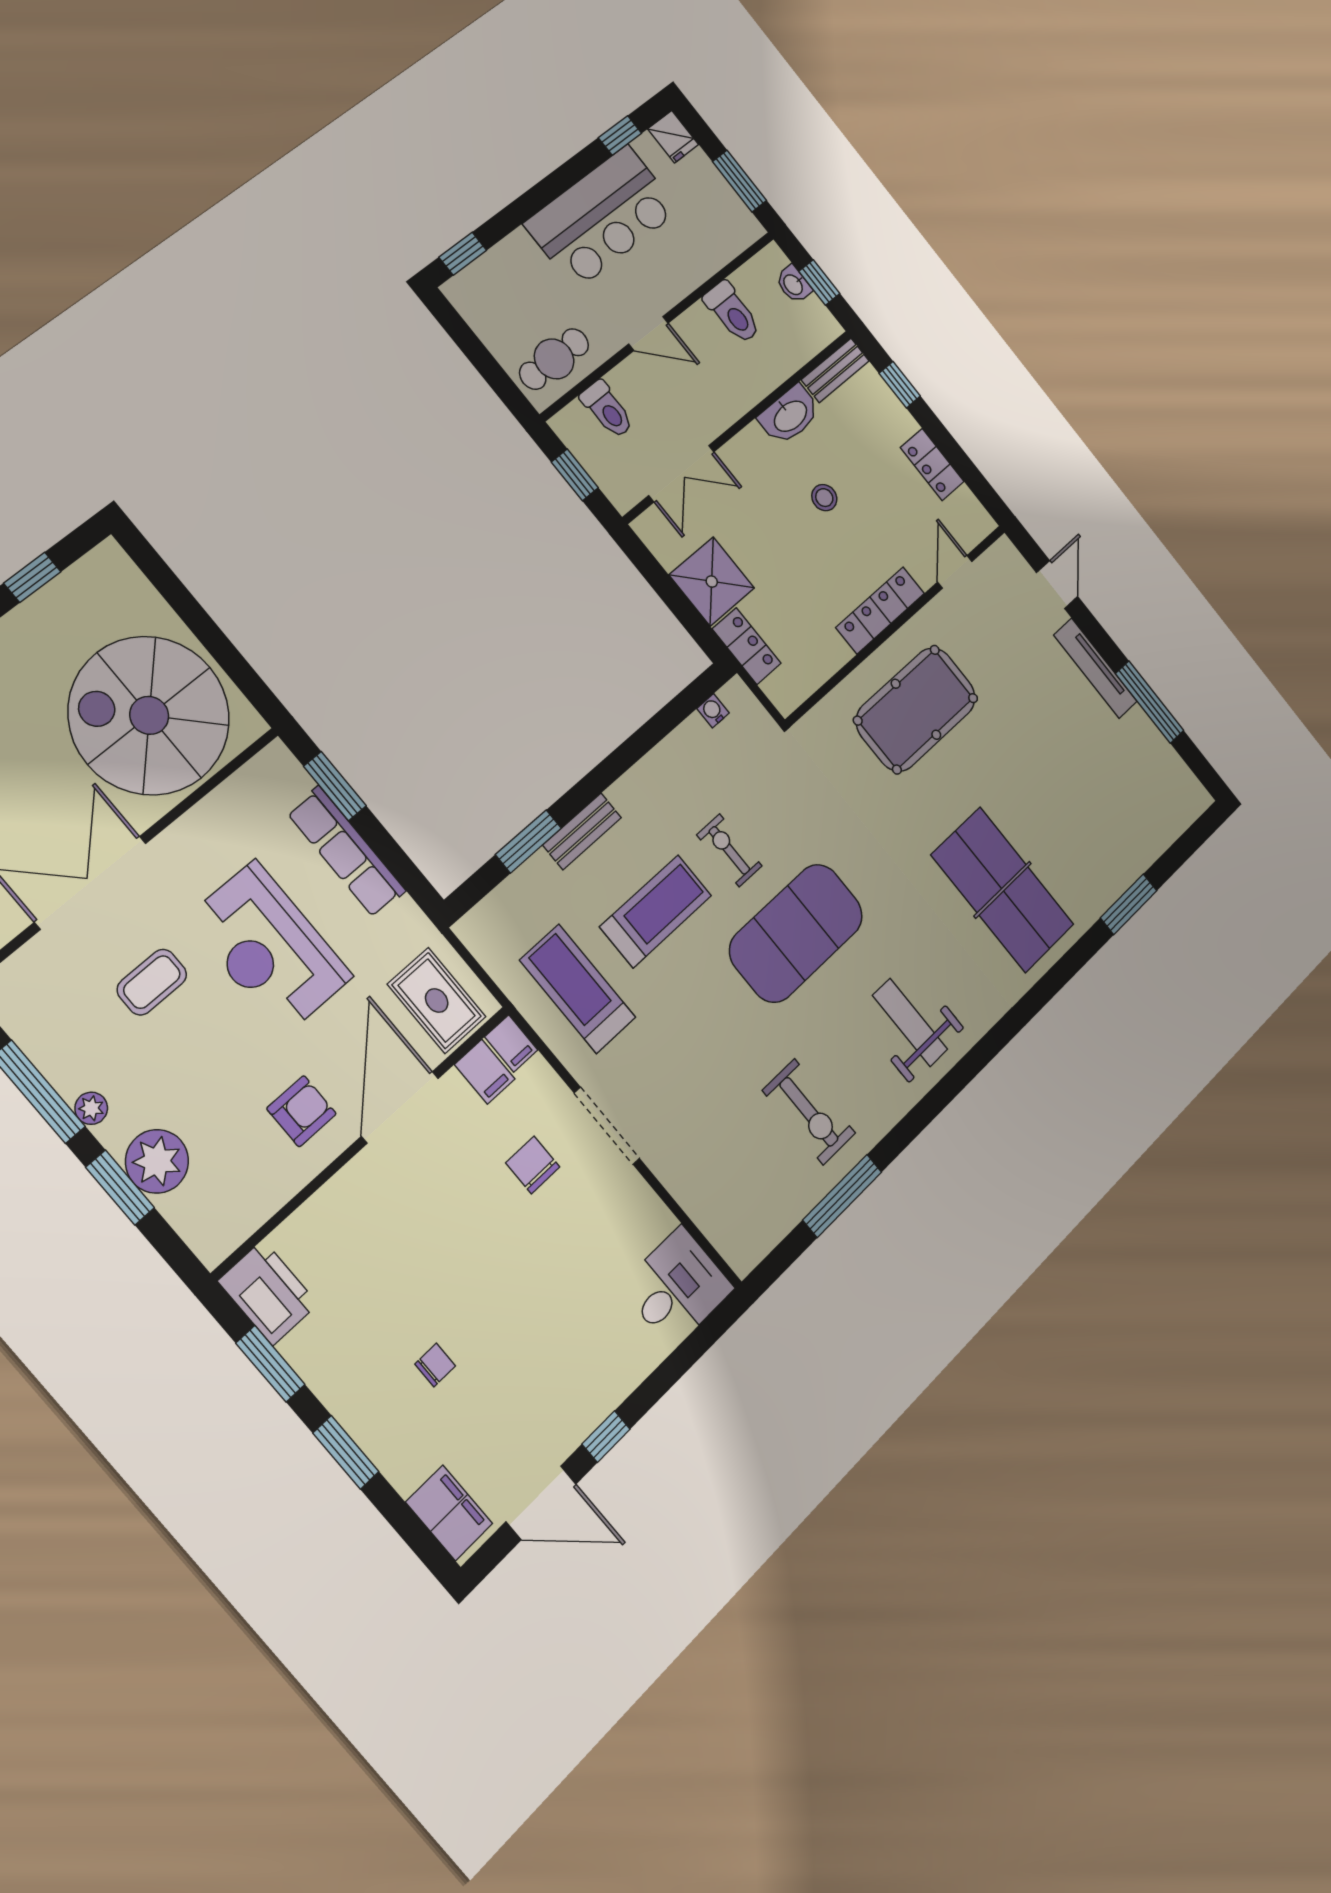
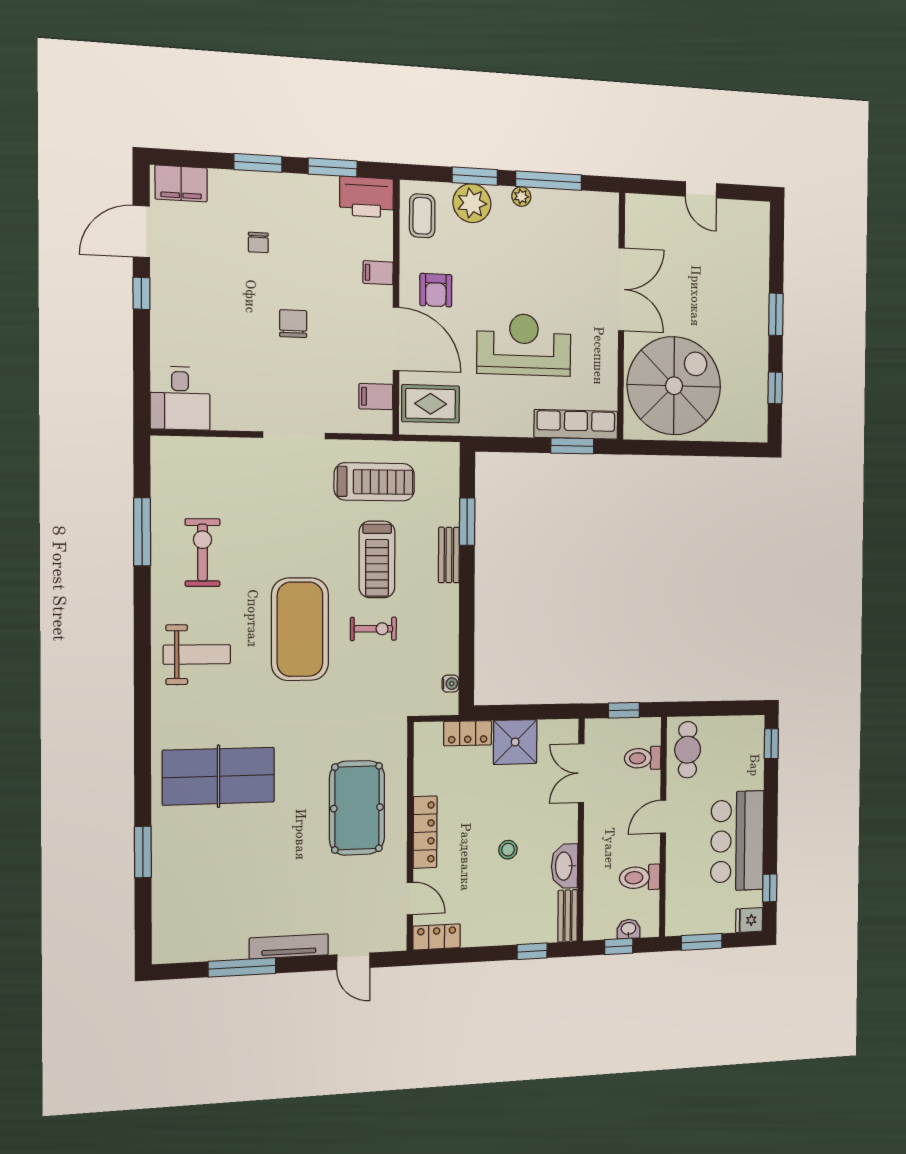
locker: (932, 465) -> (437, 937), moved
row of seats: (346, 852) -> (576, 424), moved
coffee table: (152, 982) -> (422, 216), moved
filing cabinet: (511, 1043) -> (378, 273), moved
exercise bike: (809, 1112) -> (203, 553), turned 90
chair: (533, 1165) -> (293, 324), moved, turned -90

